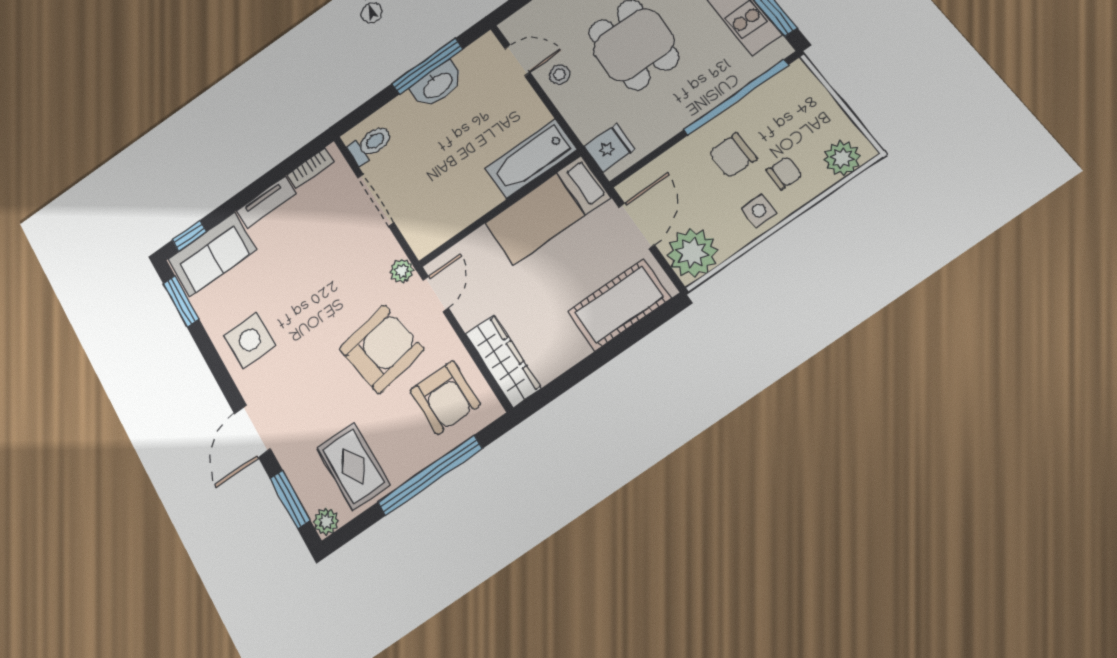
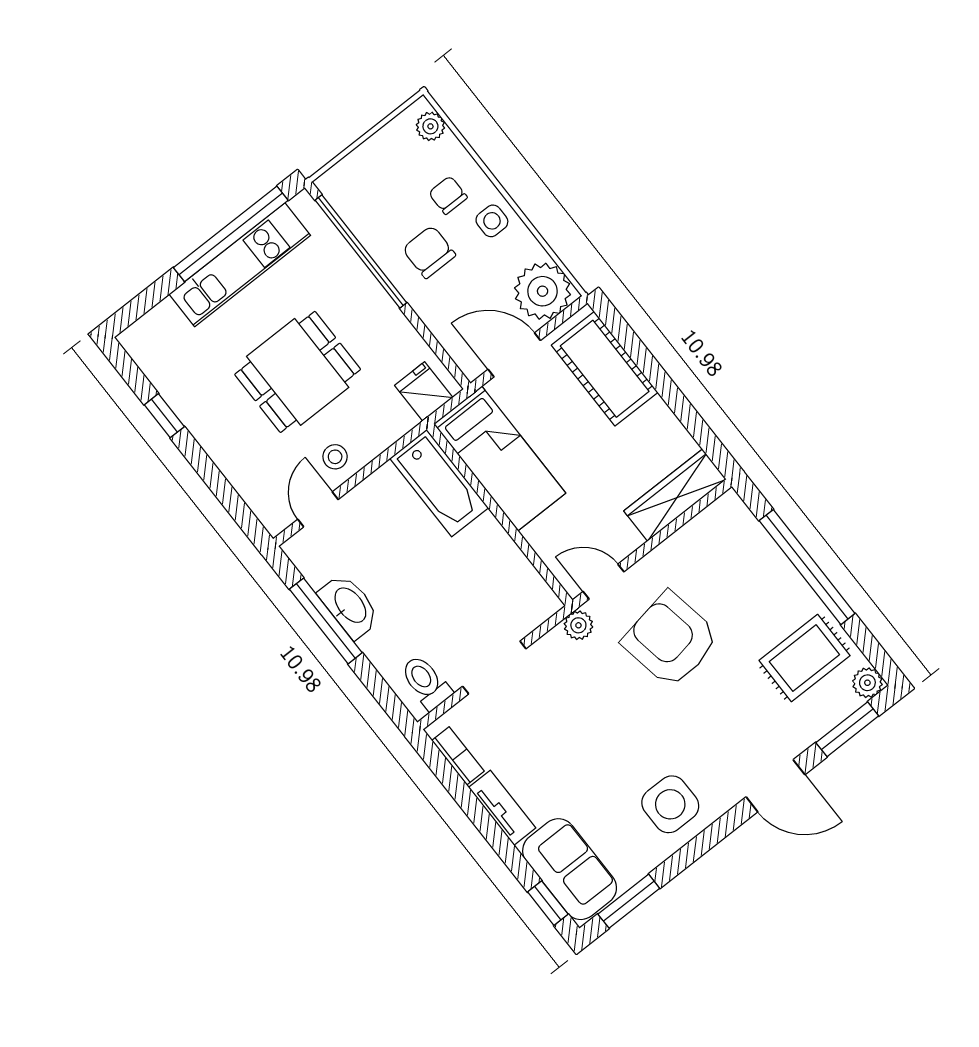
chair: (733, 155) -> (429, 252), turned 180
plant: (842, 158) -> (430, 126), width x0.73, depth x0.73
armchair: (445, 397) -> (720, 558), removed

